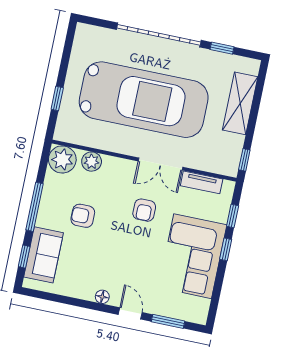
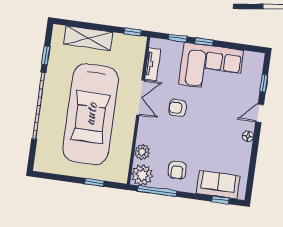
car: (144, 100) -> (91, 114), turned 180
window: (35, 207) -> (157, 191), moved
armchair: (144, 210) -> (177, 108), turned 180
armchair: (83, 216) -> (177, 170), moved
window: (168, 321) -> (264, 83), width x0.67

